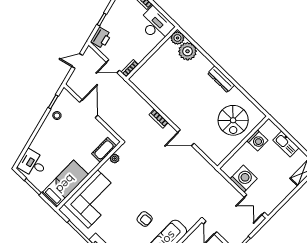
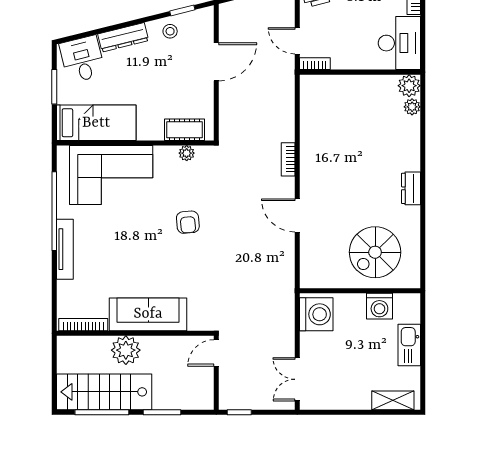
plant: (188, 51) -> (412, 107), width x0.53, depth x0.53
dresser: (221, 79) -> (411, 188), width x0.70
dresser: (40, 138) -> (123, 37), added
washing machine: (244, 179) -> (316, 314), moved
armchair: (145, 219) -> (188, 222), moved

